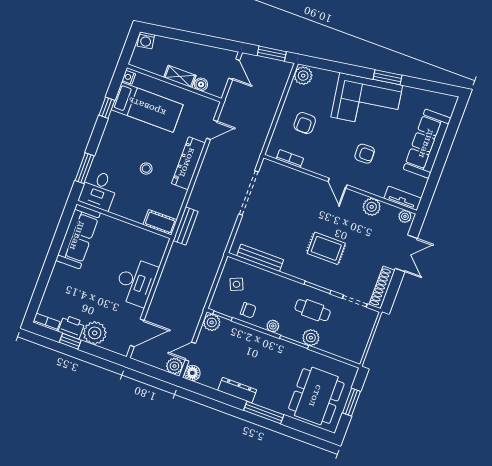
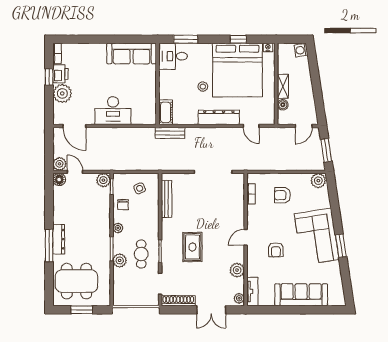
bed: (147, 107) -> (237, 70), width x2.04
dresser: (237, 390) -> (59, 239), moved

